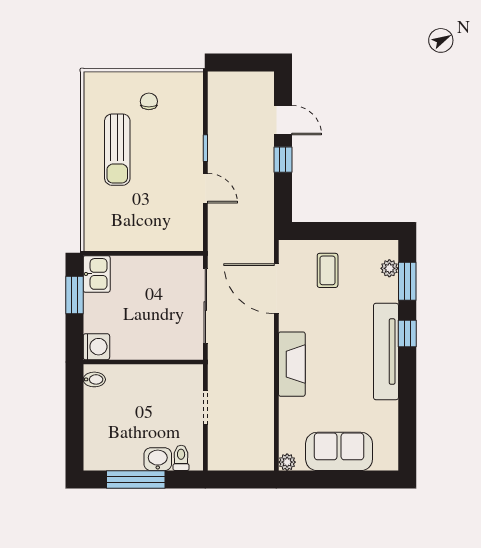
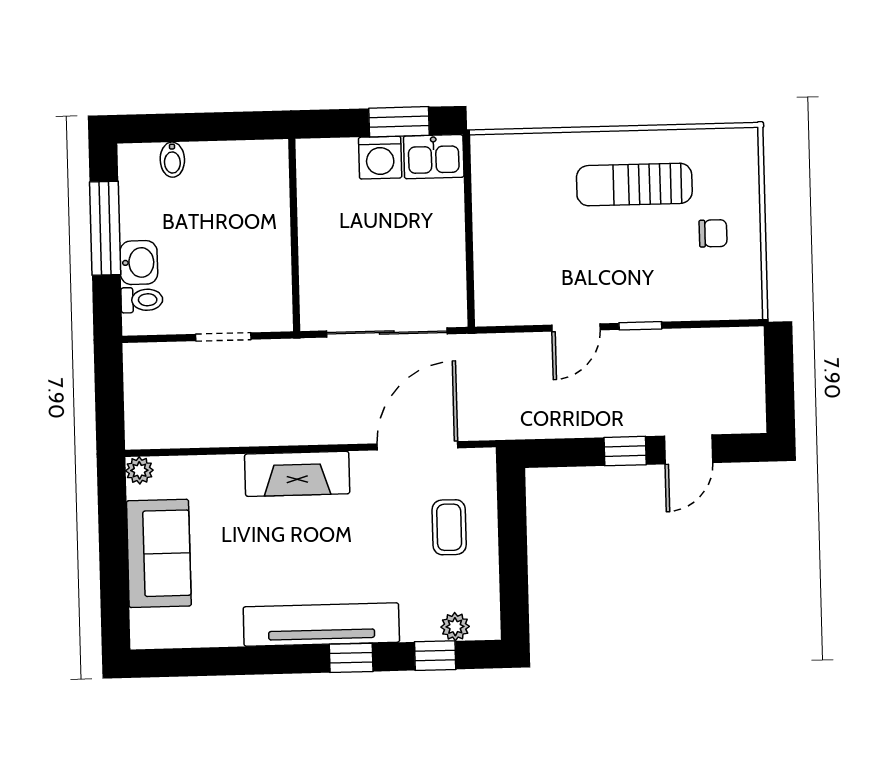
coffee table: (328, 270) -> (449, 527), turned 90
window: (407, 281) -> (435, 656), width x0.67
washing machine: (96, 347) -> (380, 158), moved
bidet: (94, 379) -> (172, 160), moved

